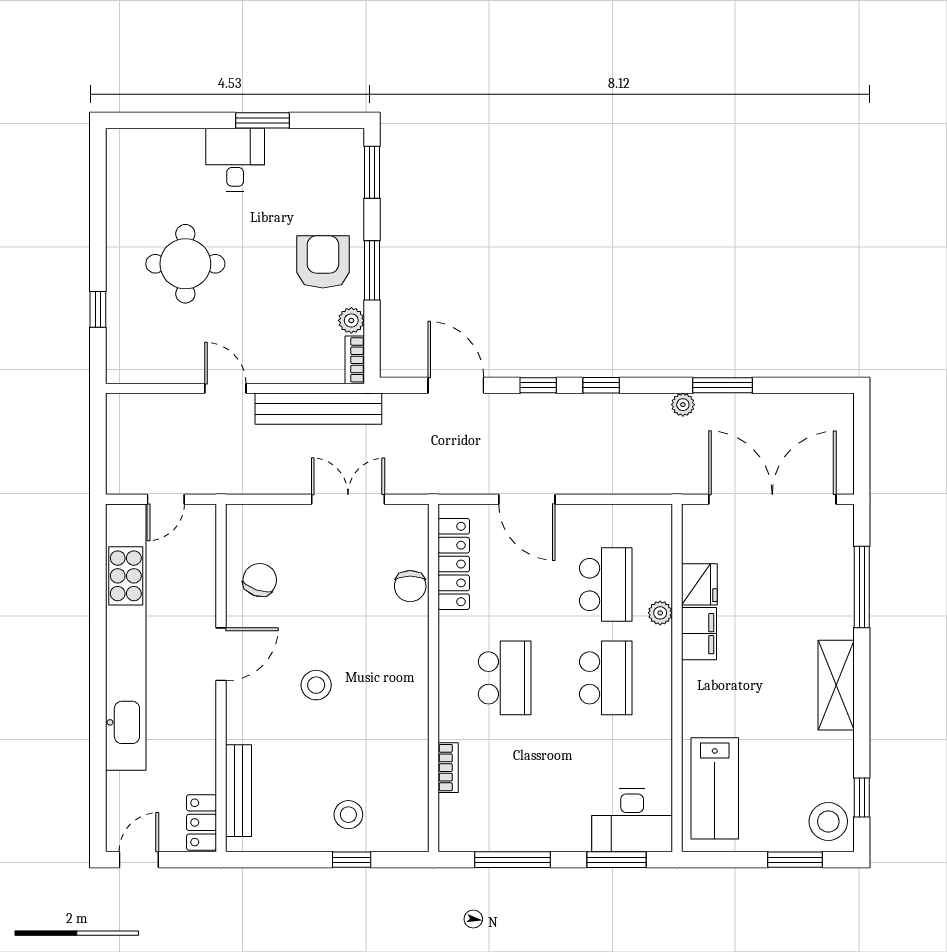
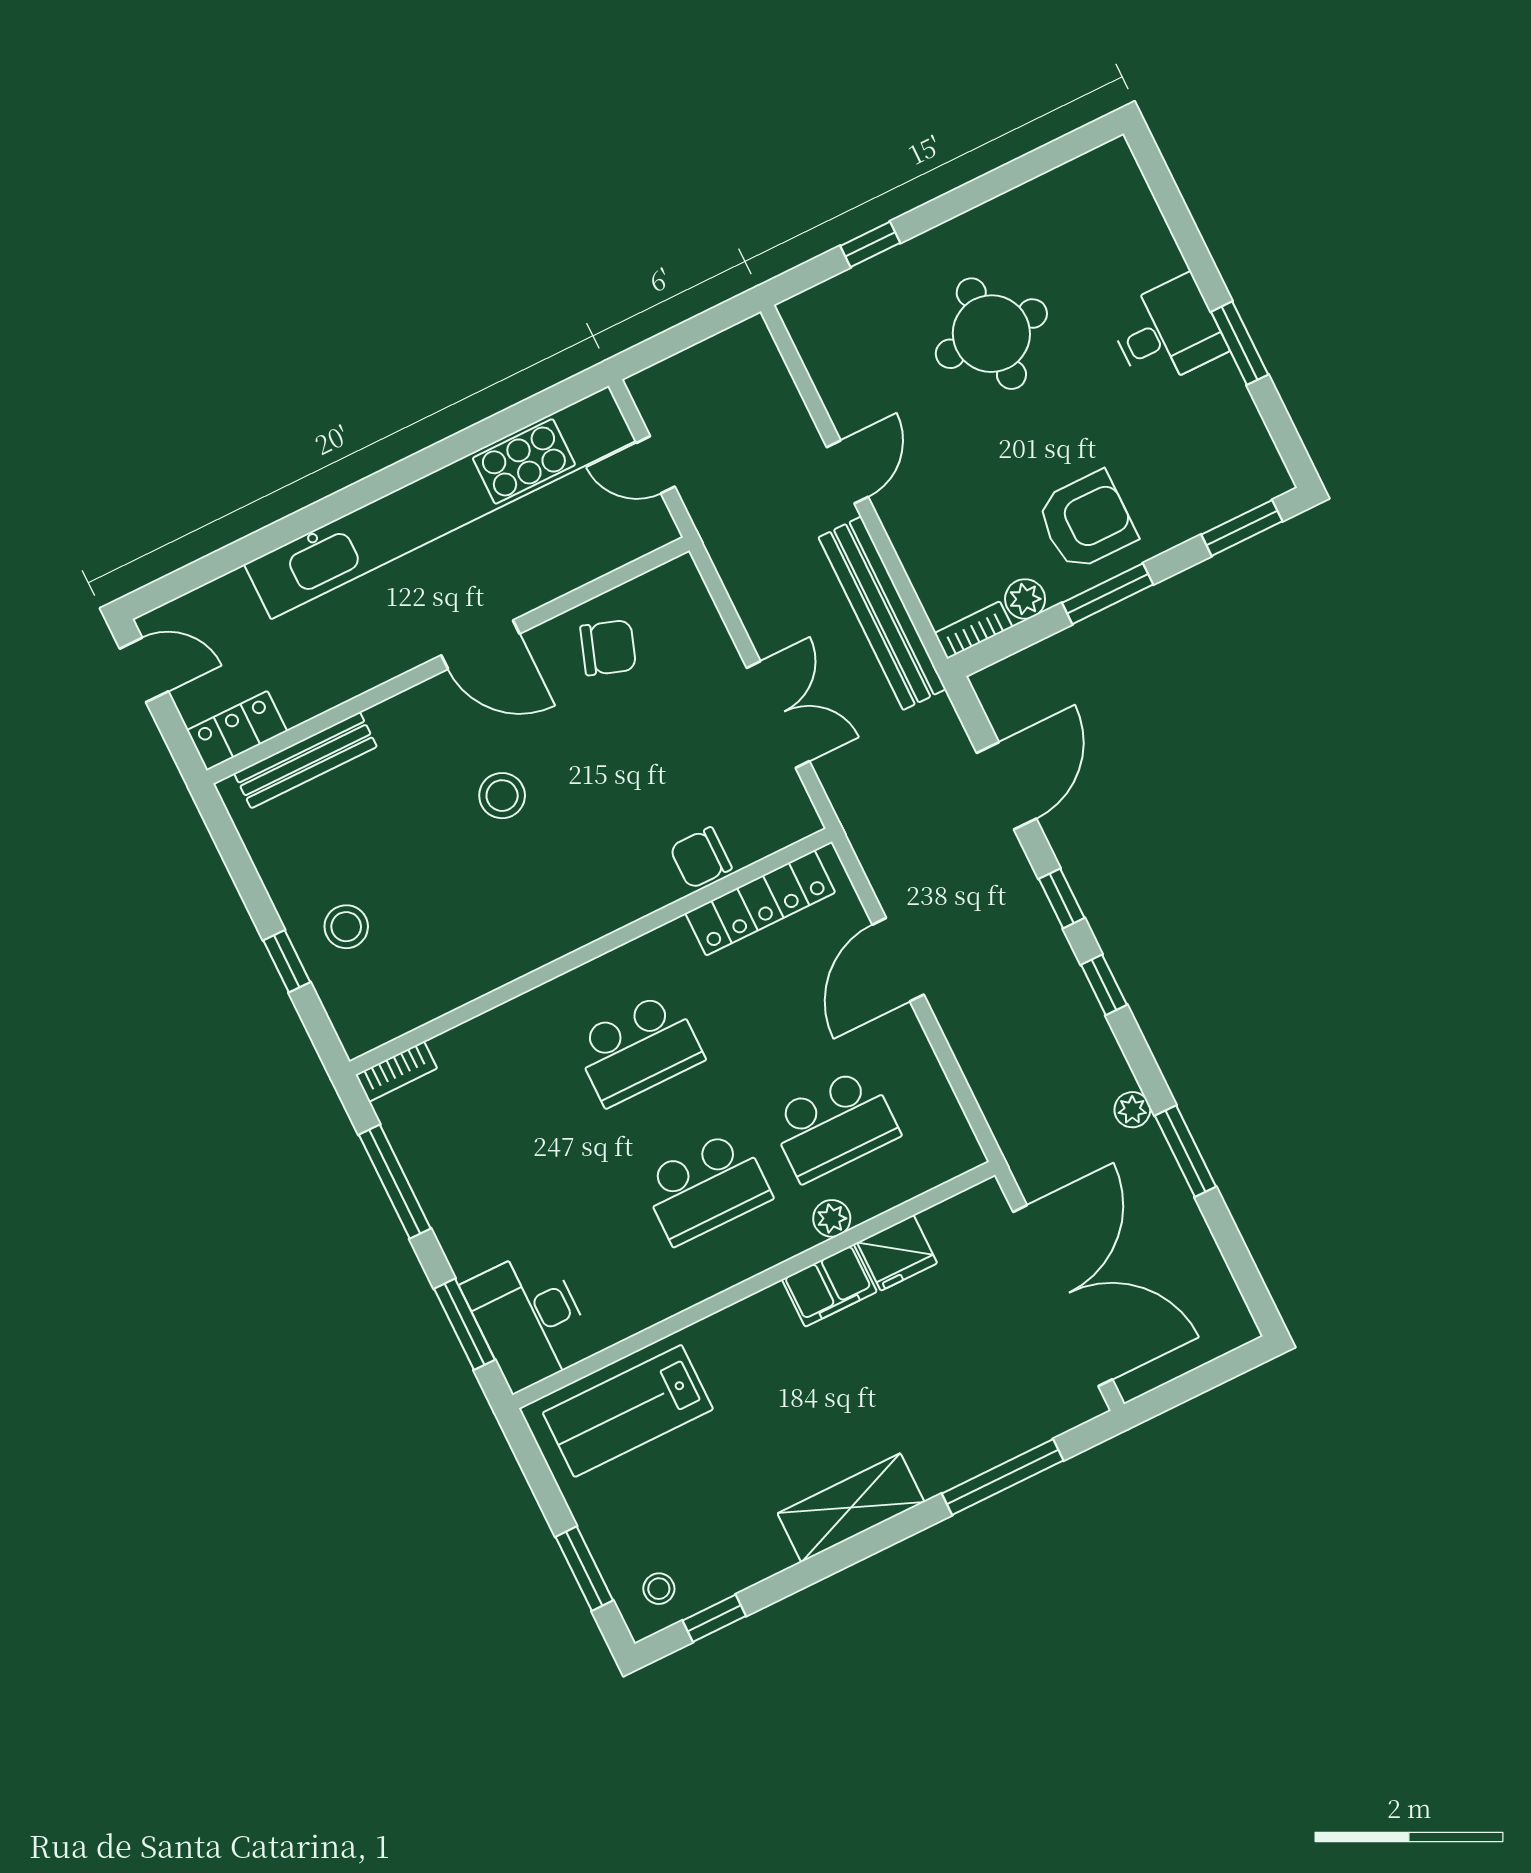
bookcase: (448, 768) -> (396, 1072), moved
stool: (828, 821) -> (659, 1589), width x0.53, depth x0.53

